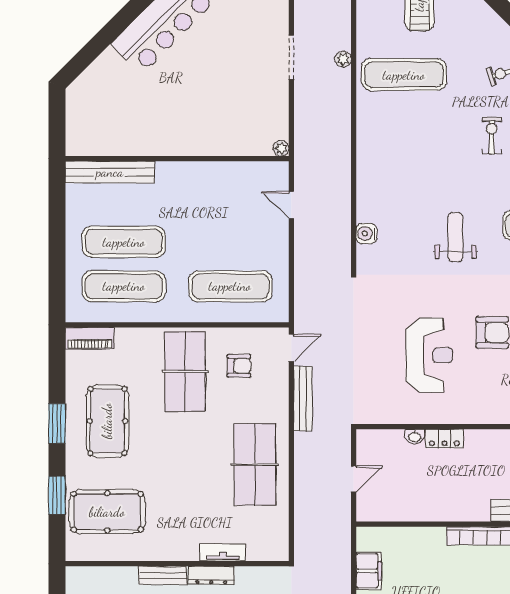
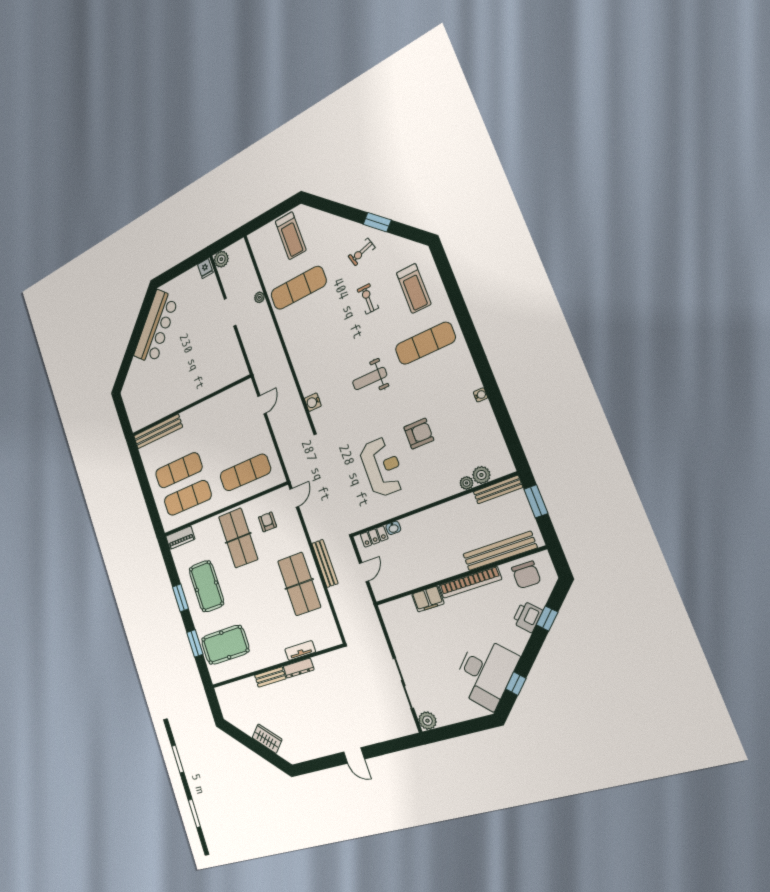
plant: (281, 148) -> (244, 372), removed
door: (291, 205) -> (262, 405), swing flipped
weight bench: (455, 237) -> (370, 379), turned -90
armchair: (239, 366) -> (267, 522), turned -90
bench: (303, 399) -> (325, 563), moved
locker: (444, 439) -> (374, 537), moved
filing cabinet: (369, 571) -> (428, 599), moved, turned 90

